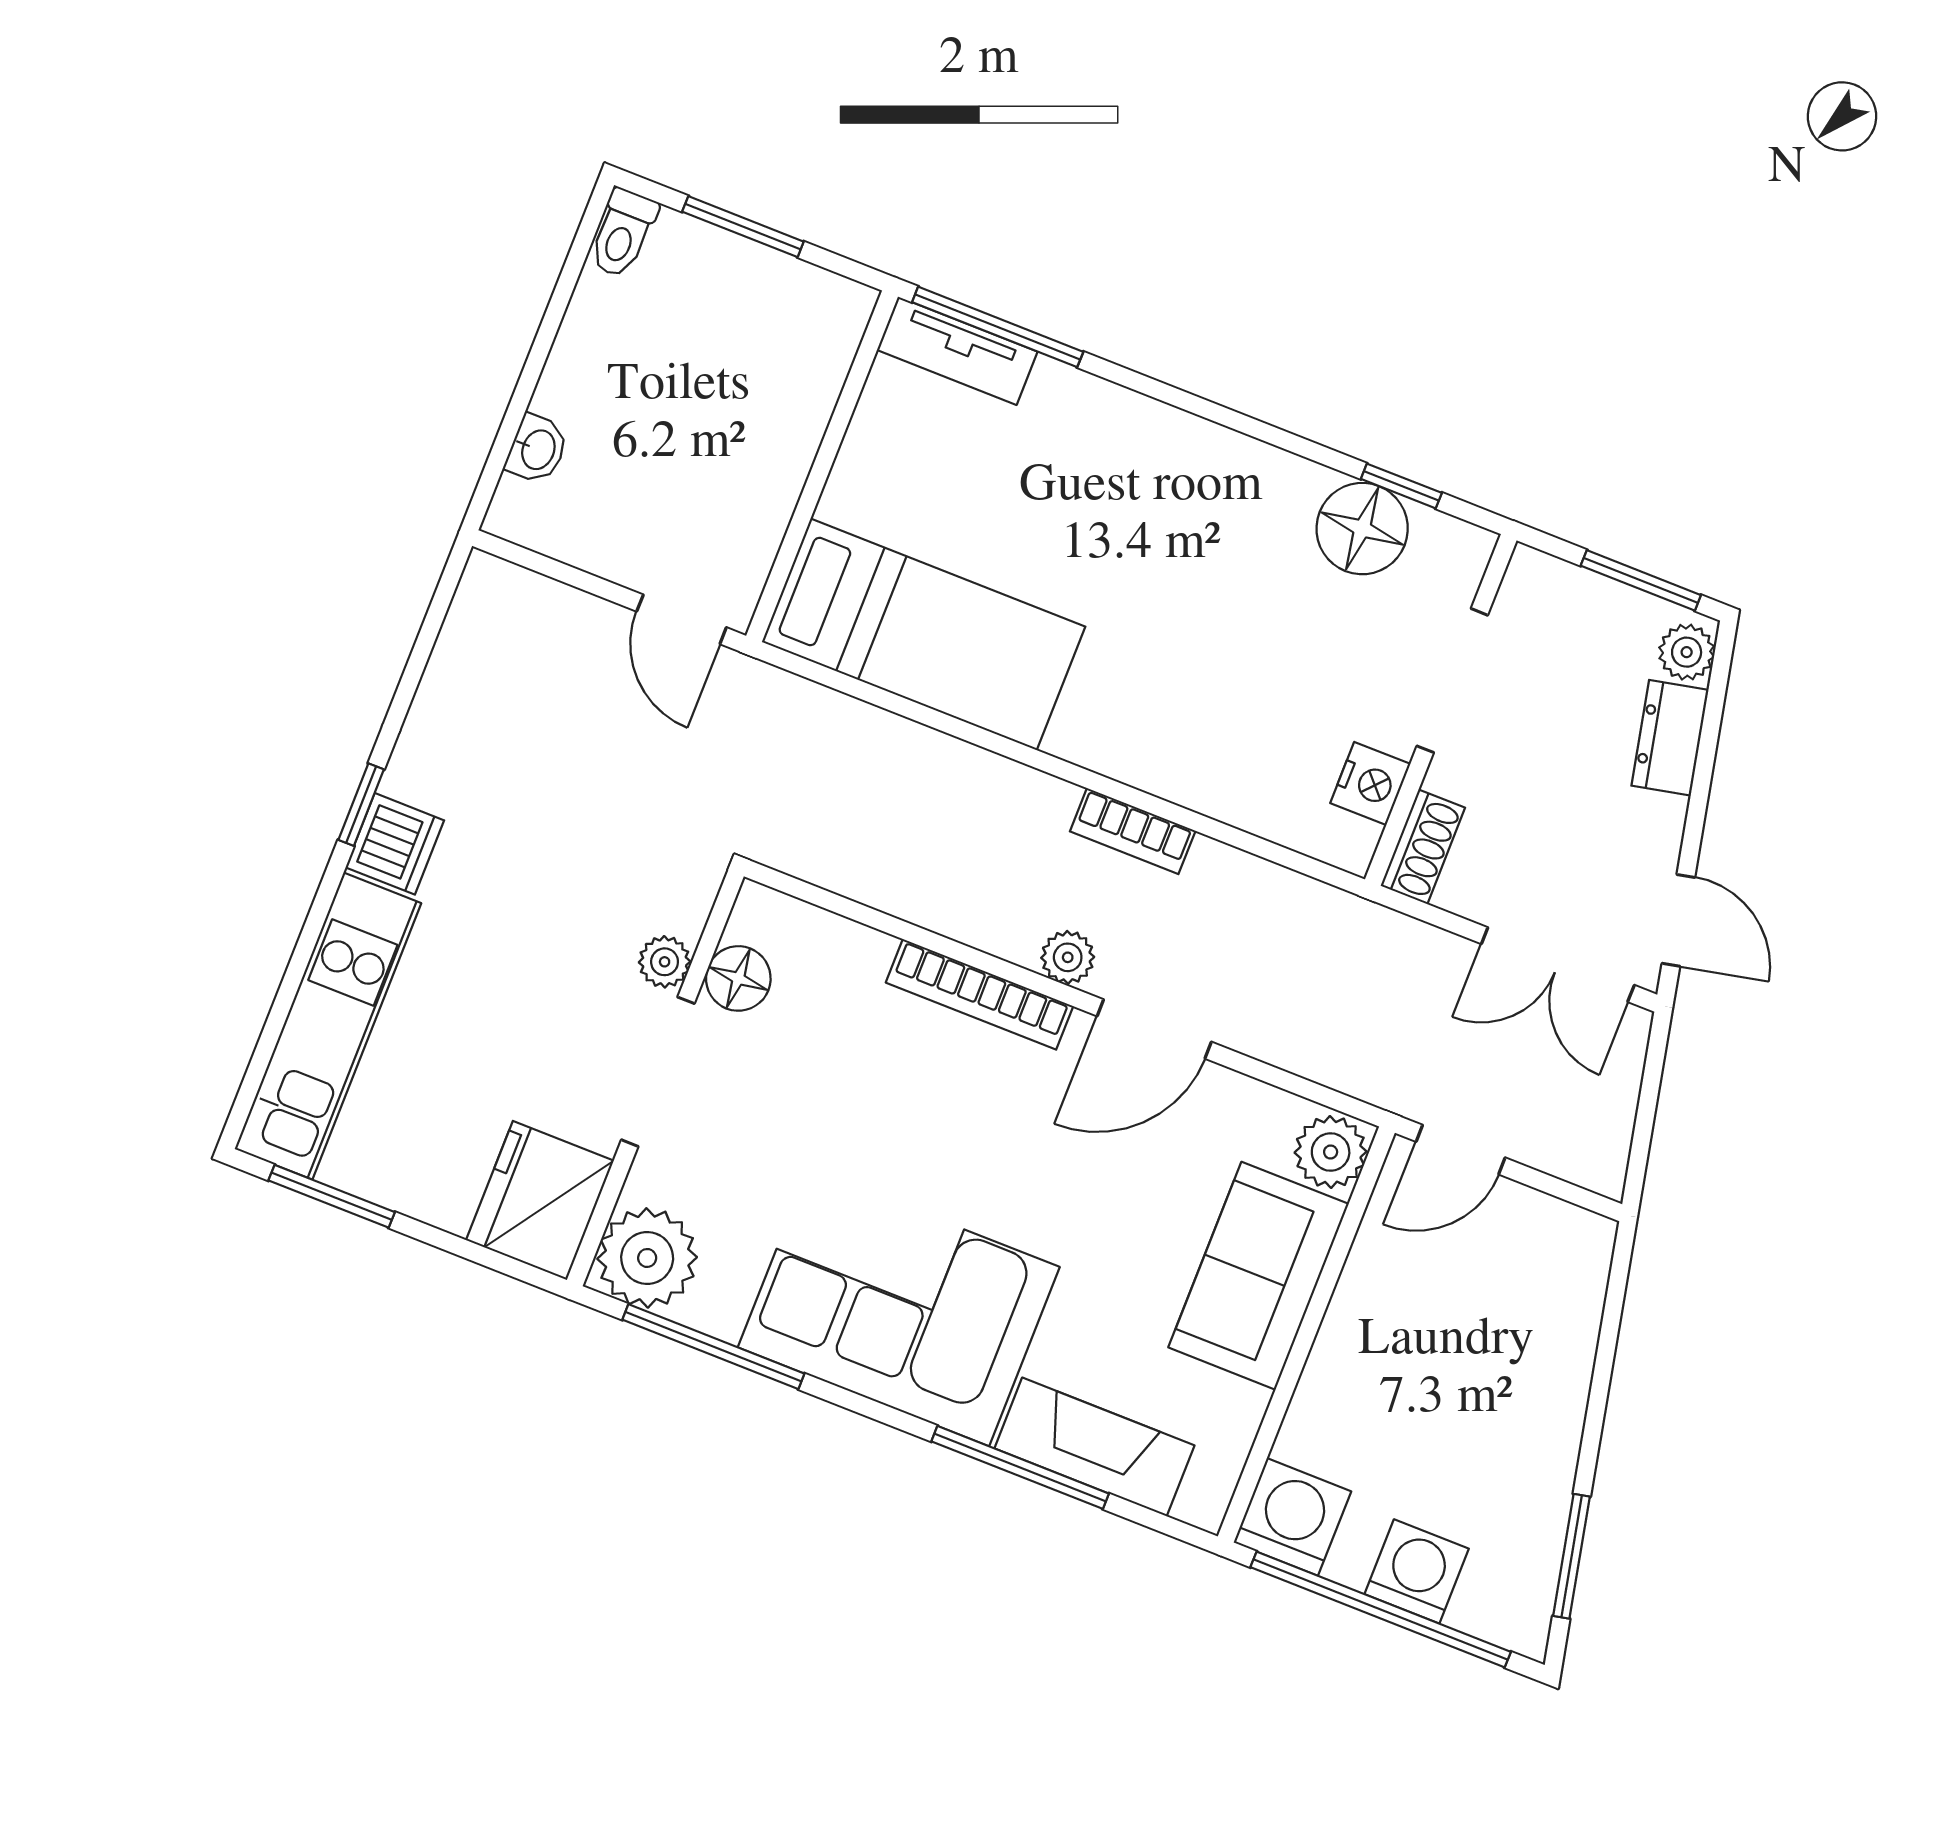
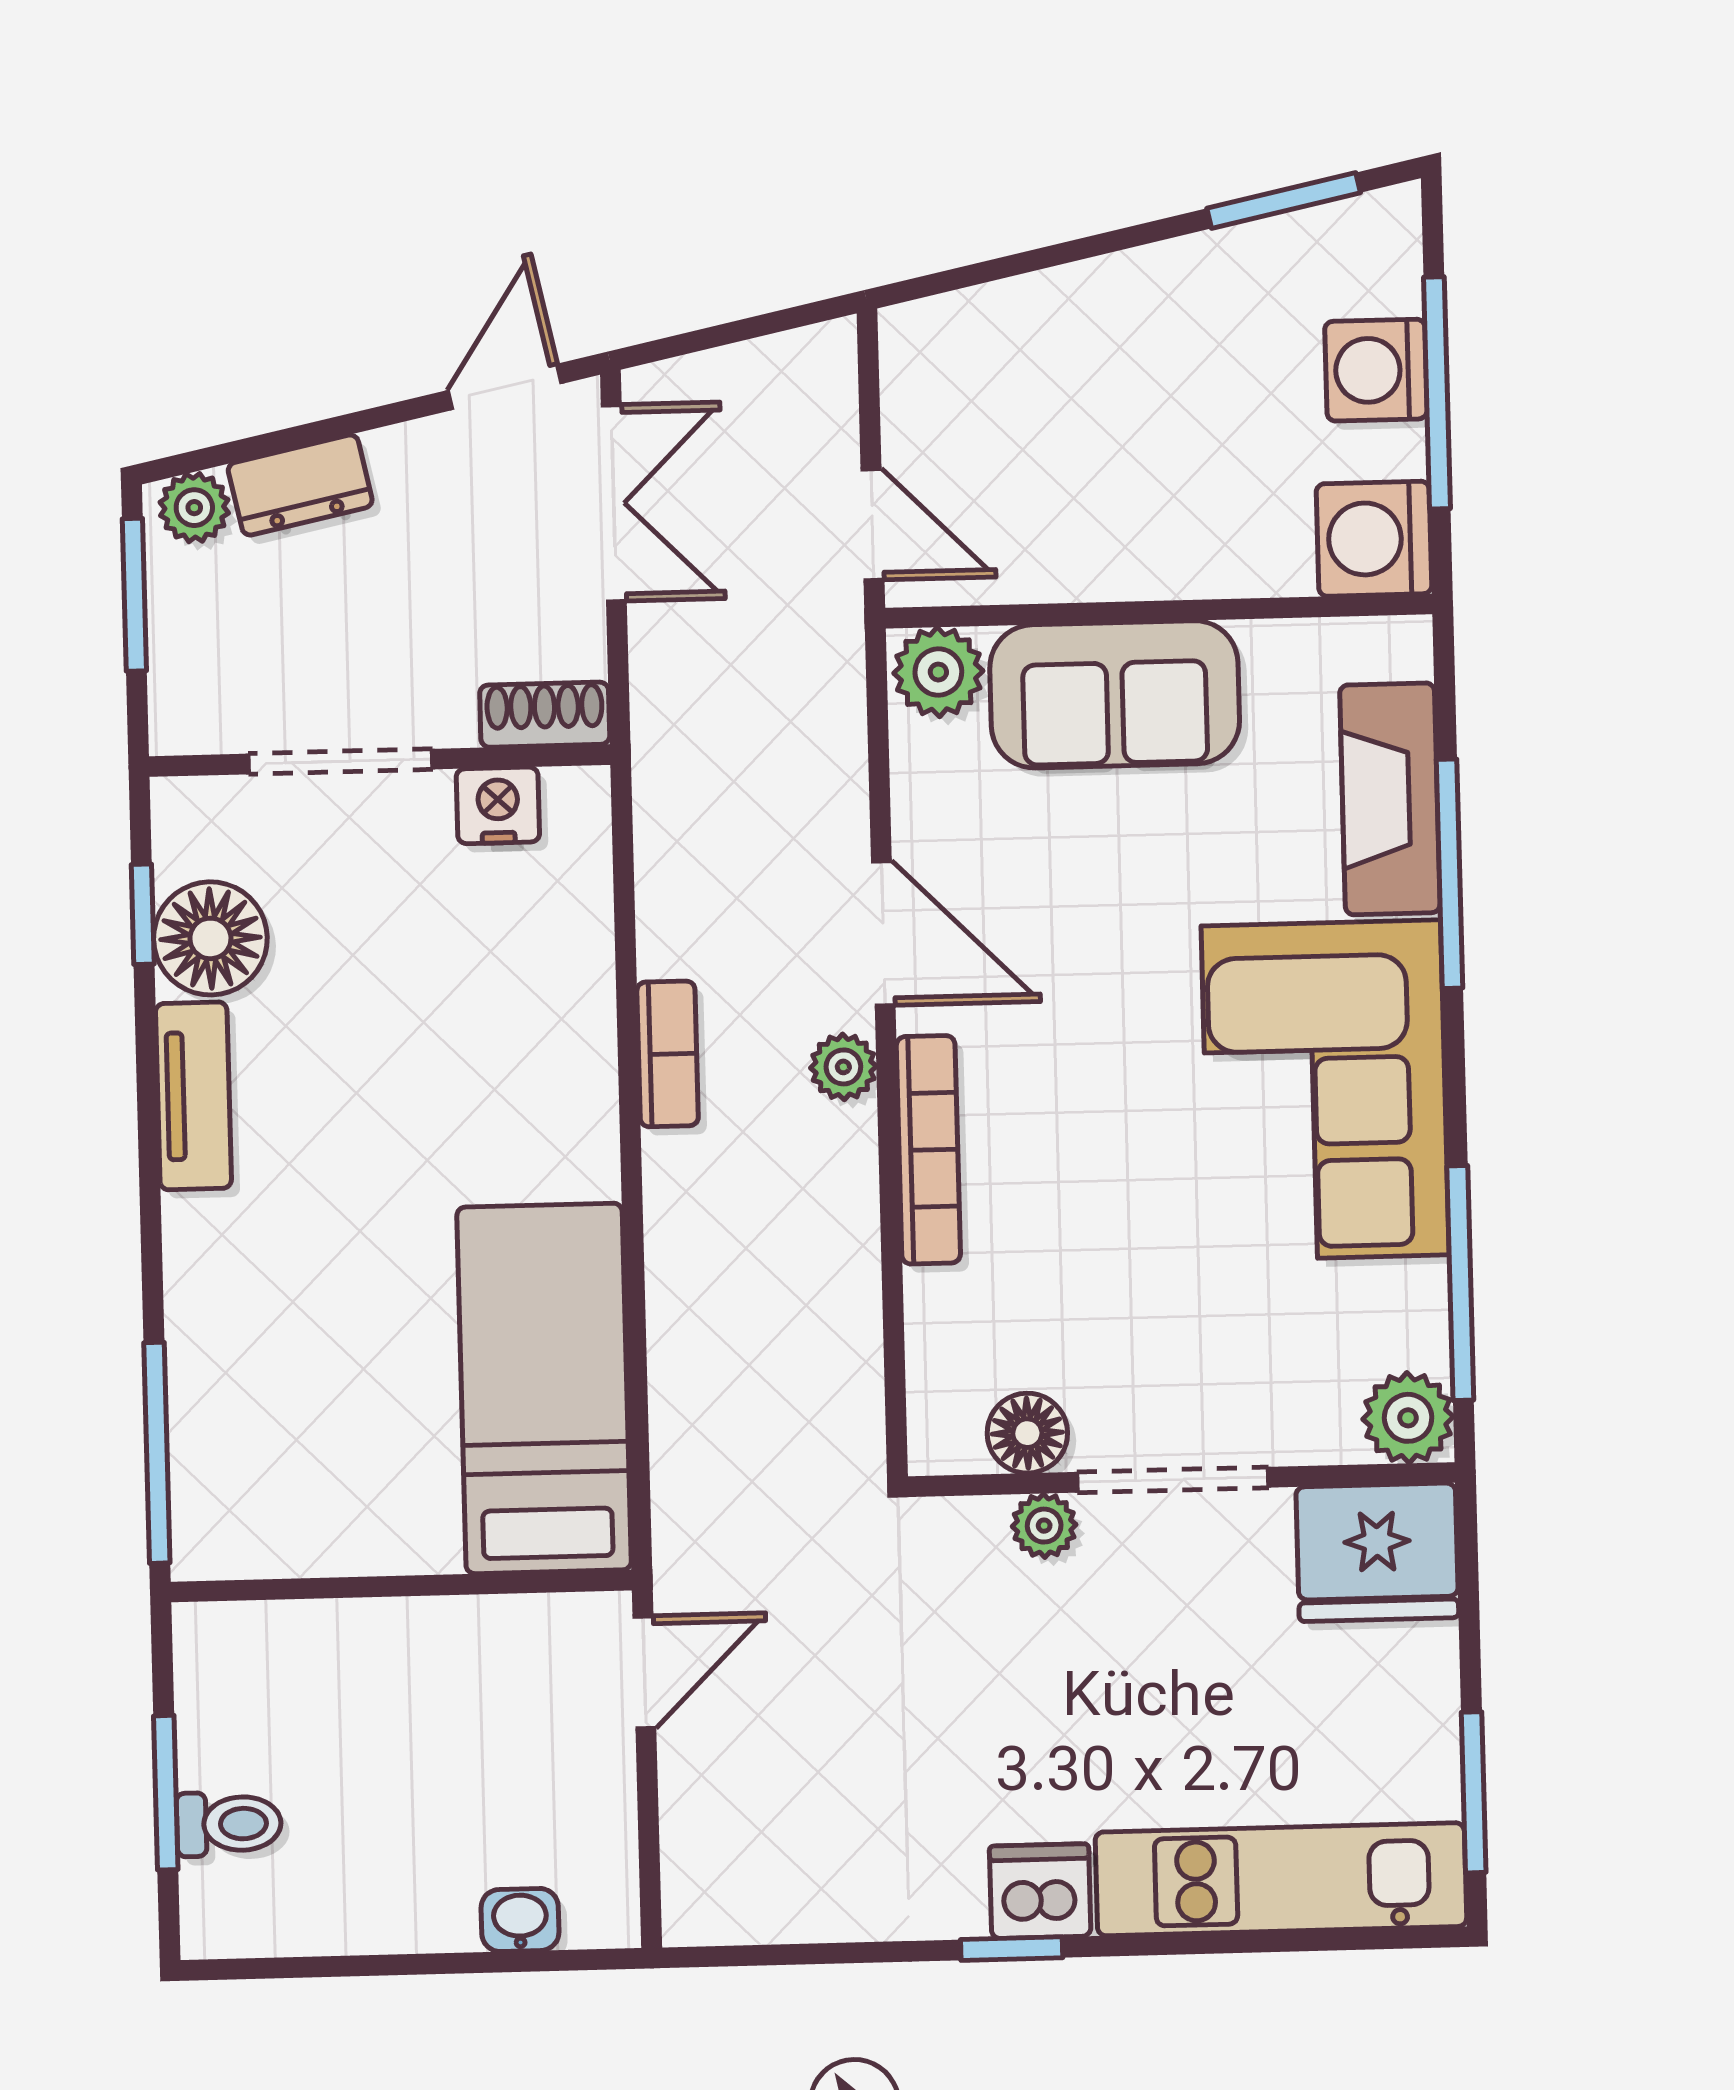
toilet: (623, 233) -> (229, 1824), moved
tv unit: (957, 351) -> (193, 1096), moved
plant: (647, 1258) -> (1408, 1418), width x0.73, depth x0.73
window: (1381, 1609) -> (1437, 393), width x0.68

